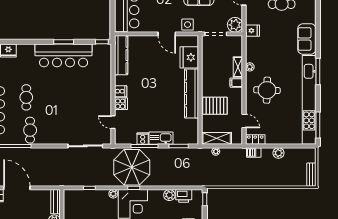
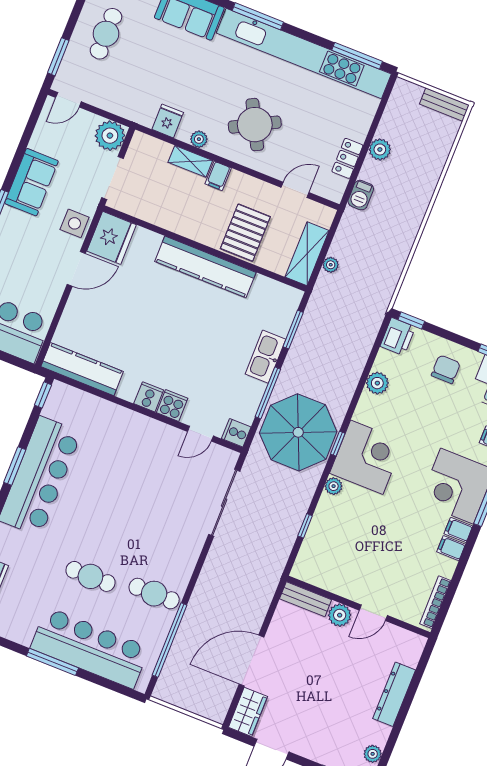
fridge: (253, 31) -> (168, 121), moved
fridge: (189, 57) -> (112, 238), moved, turned -90
round table: (267, 90) -> (255, 125), turned -30
cooker: (143, 139) -> (236, 433), moved
locker: (255, 140) -> (347, 158), moved
printer: (184, 196) -> (398, 337), moved

